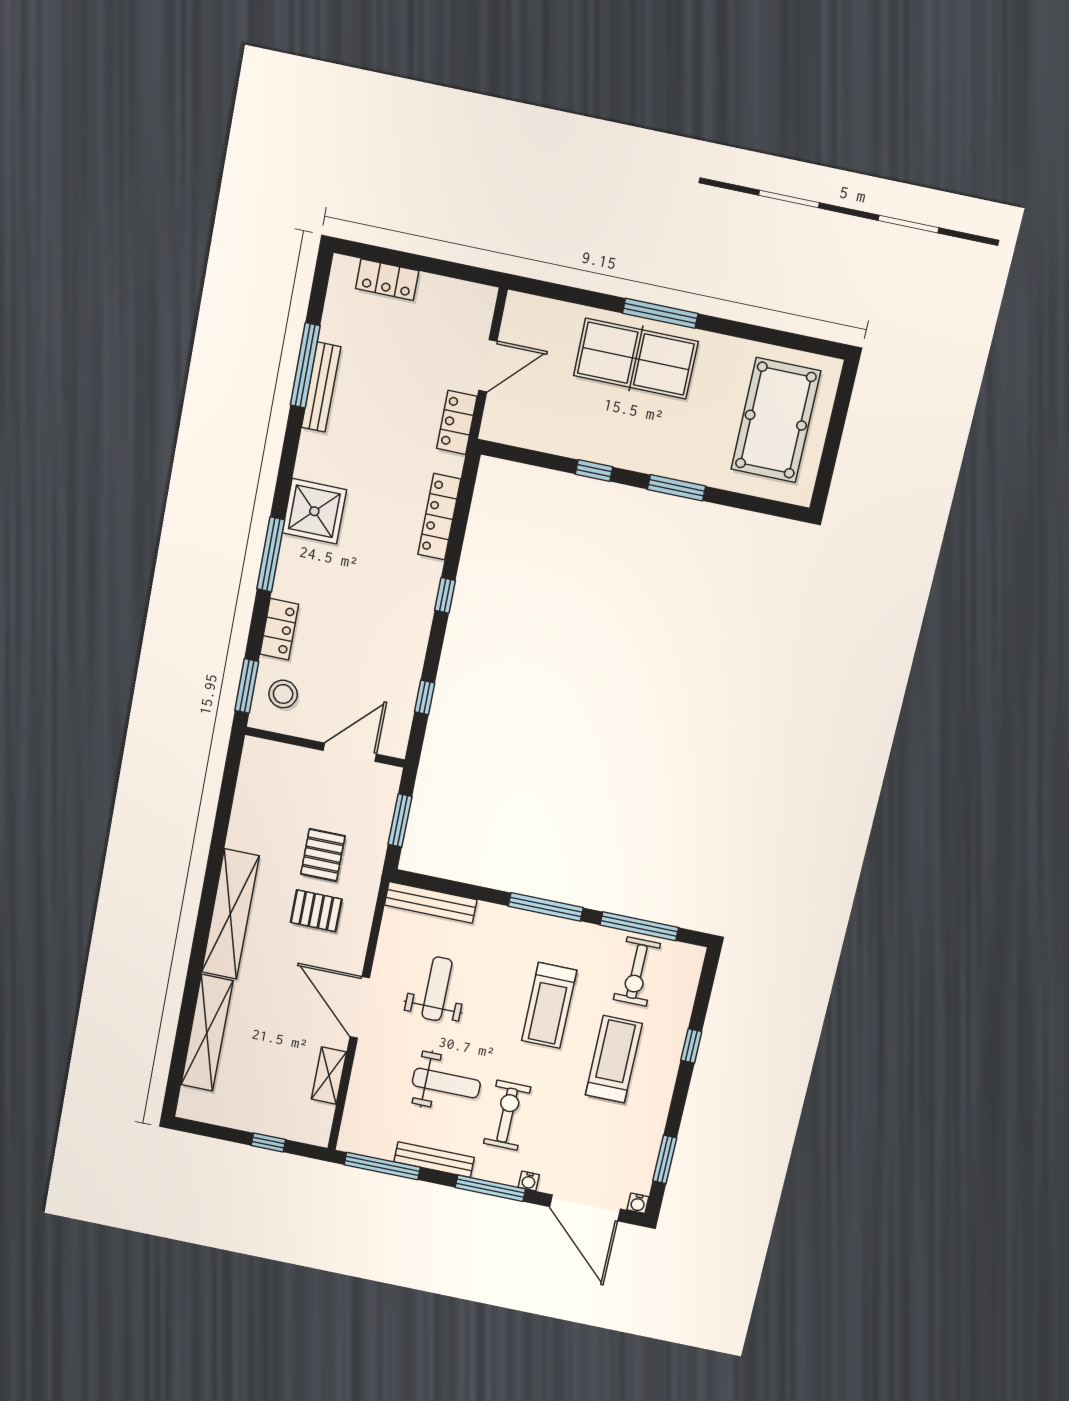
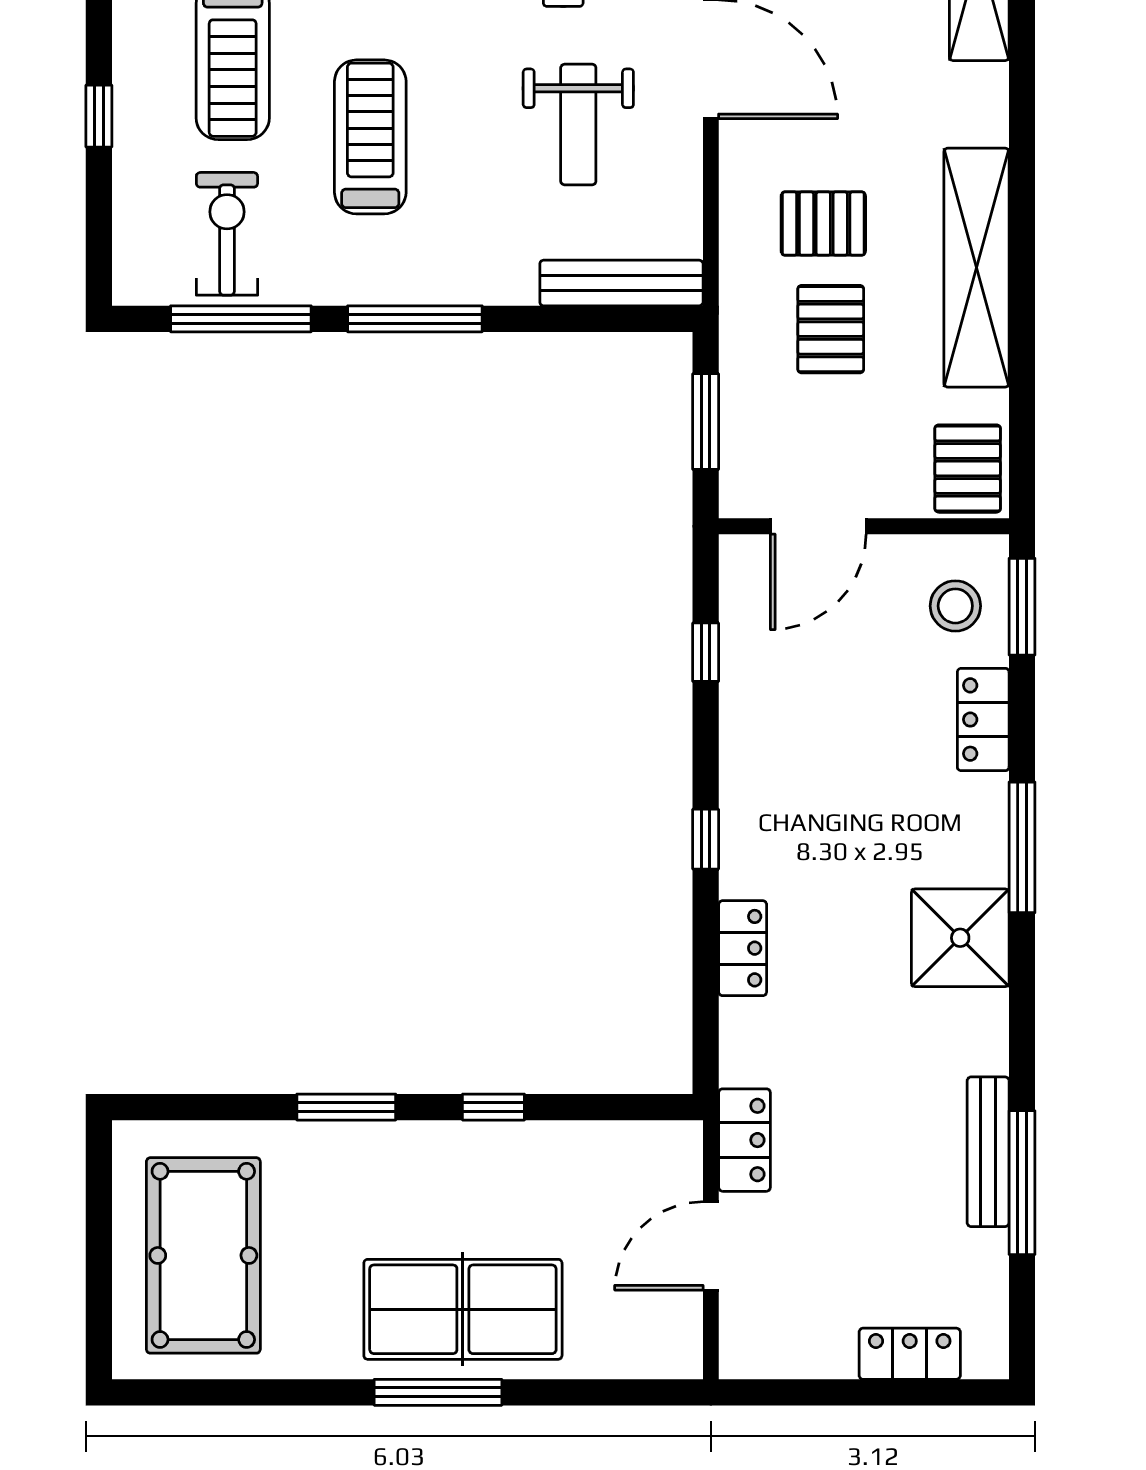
locker: (439, 517) -> (743, 948), width x0.66
pallet: (263, 766) -> (968, 469), added
shelving: (230, 914) -> (976, 268), moved

